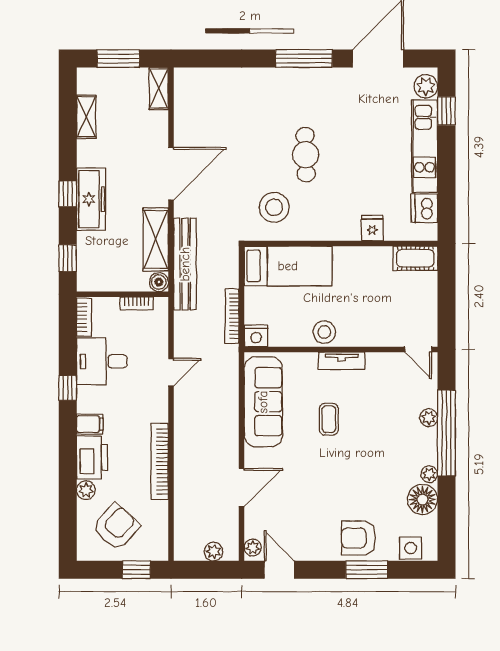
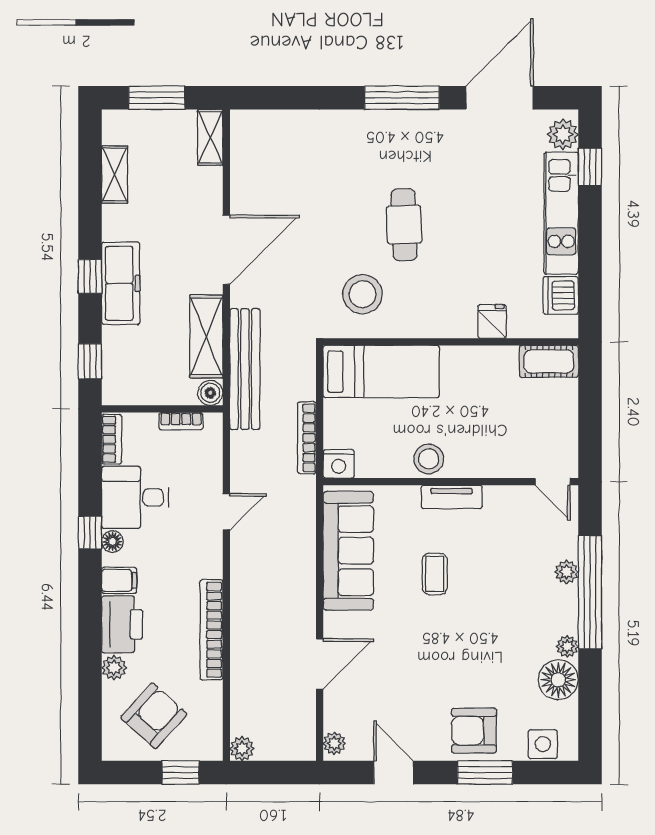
floor lamp: (85, 395) -> (112, 542), added
plant: (213, 552) -> (242, 749), moved
door: (279, 570) -> (394, 773), moved

